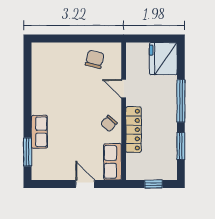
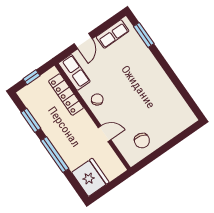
locker: (134, 130) -> (66, 95), moved
row of seats: (39, 132) -> (113, 34), moved, turned -90
door: (85, 184) -> (83, 41), hinge flipped

